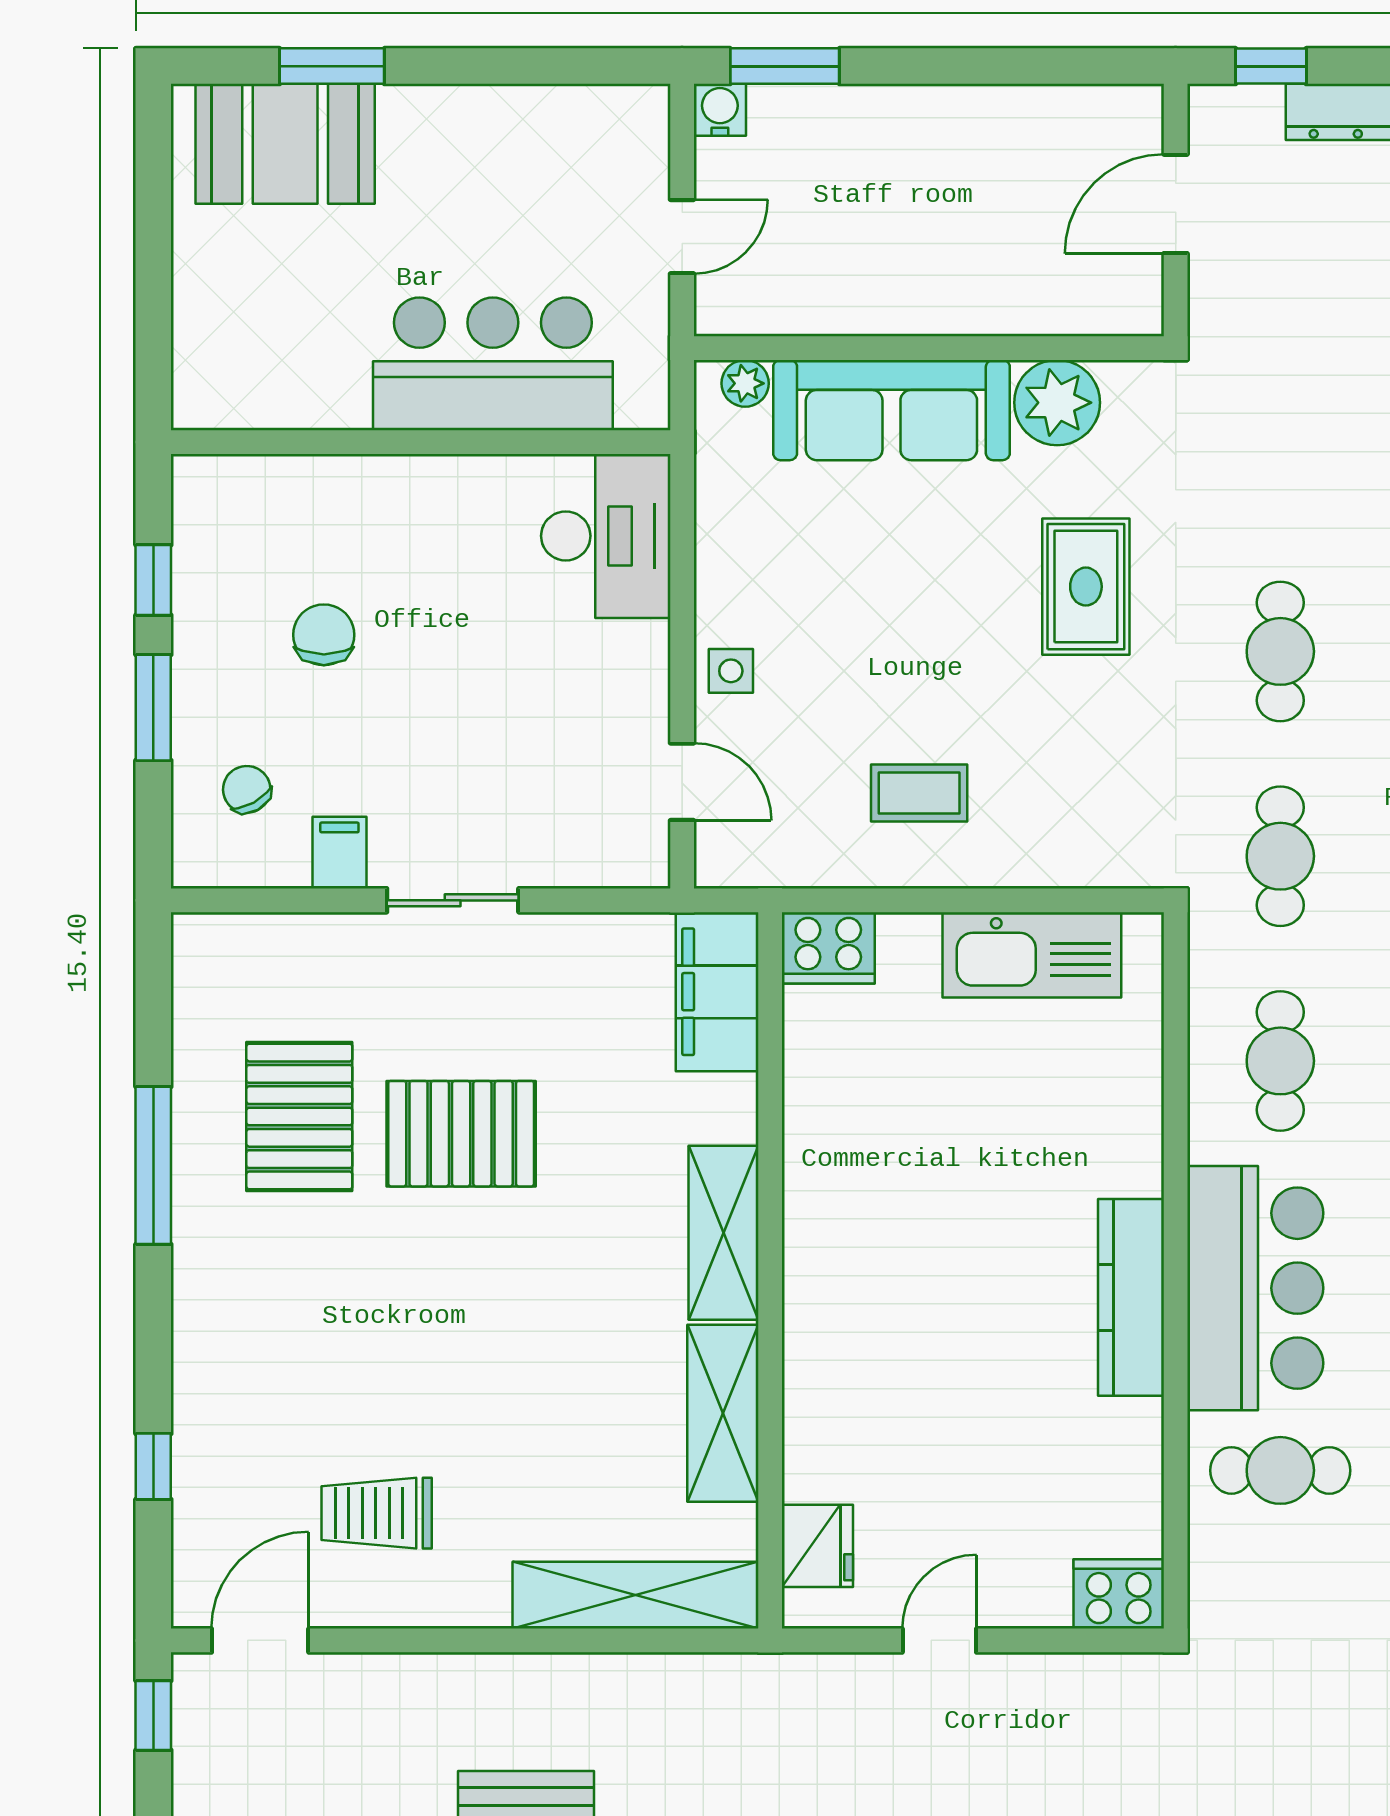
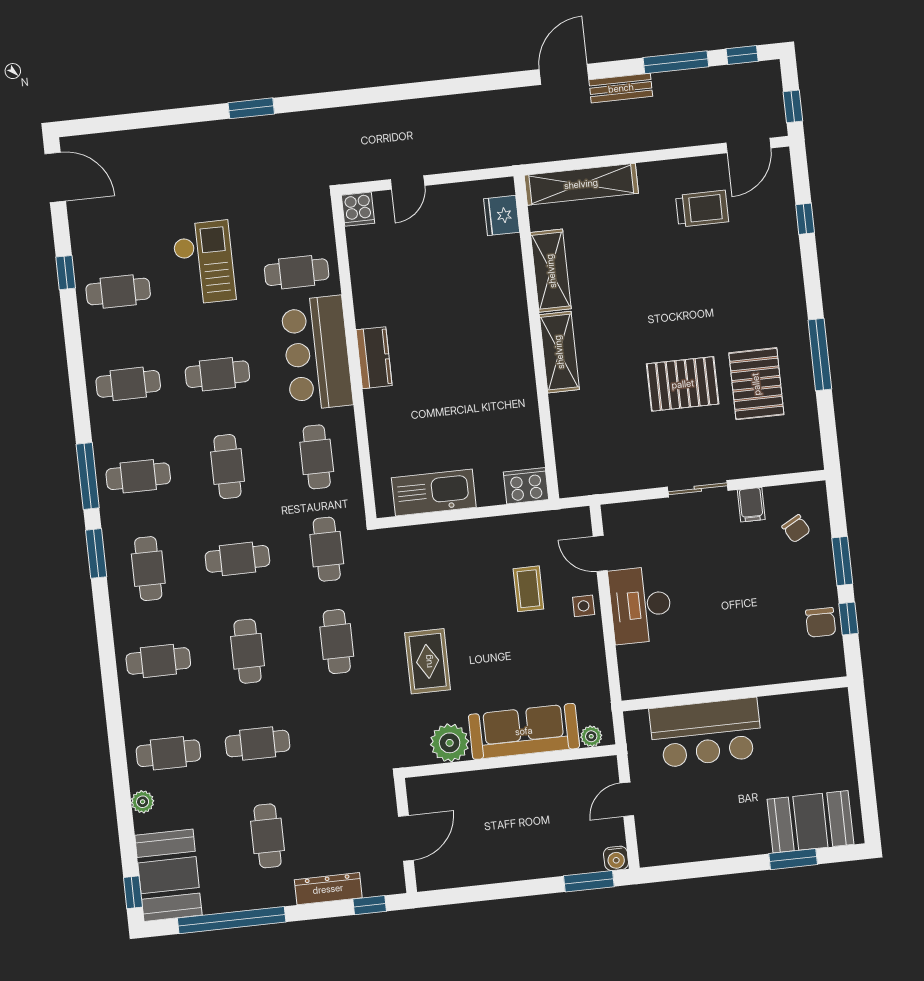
desk: (606, 536) -> (641, 605), moved
chair: (324, 635) -> (821, 622), moved
coffee table: (919, 793) -> (528, 589), moved, turned 90
filing cabinet: (717, 992) -> (574, 460), removed
kitchen counter: (1131, 1297) -> (374, 358), width x0.67
cooker: (1119, 1594) -> (358, 209), width x0.73
door: (939, 1640) -> (408, 182), moved

